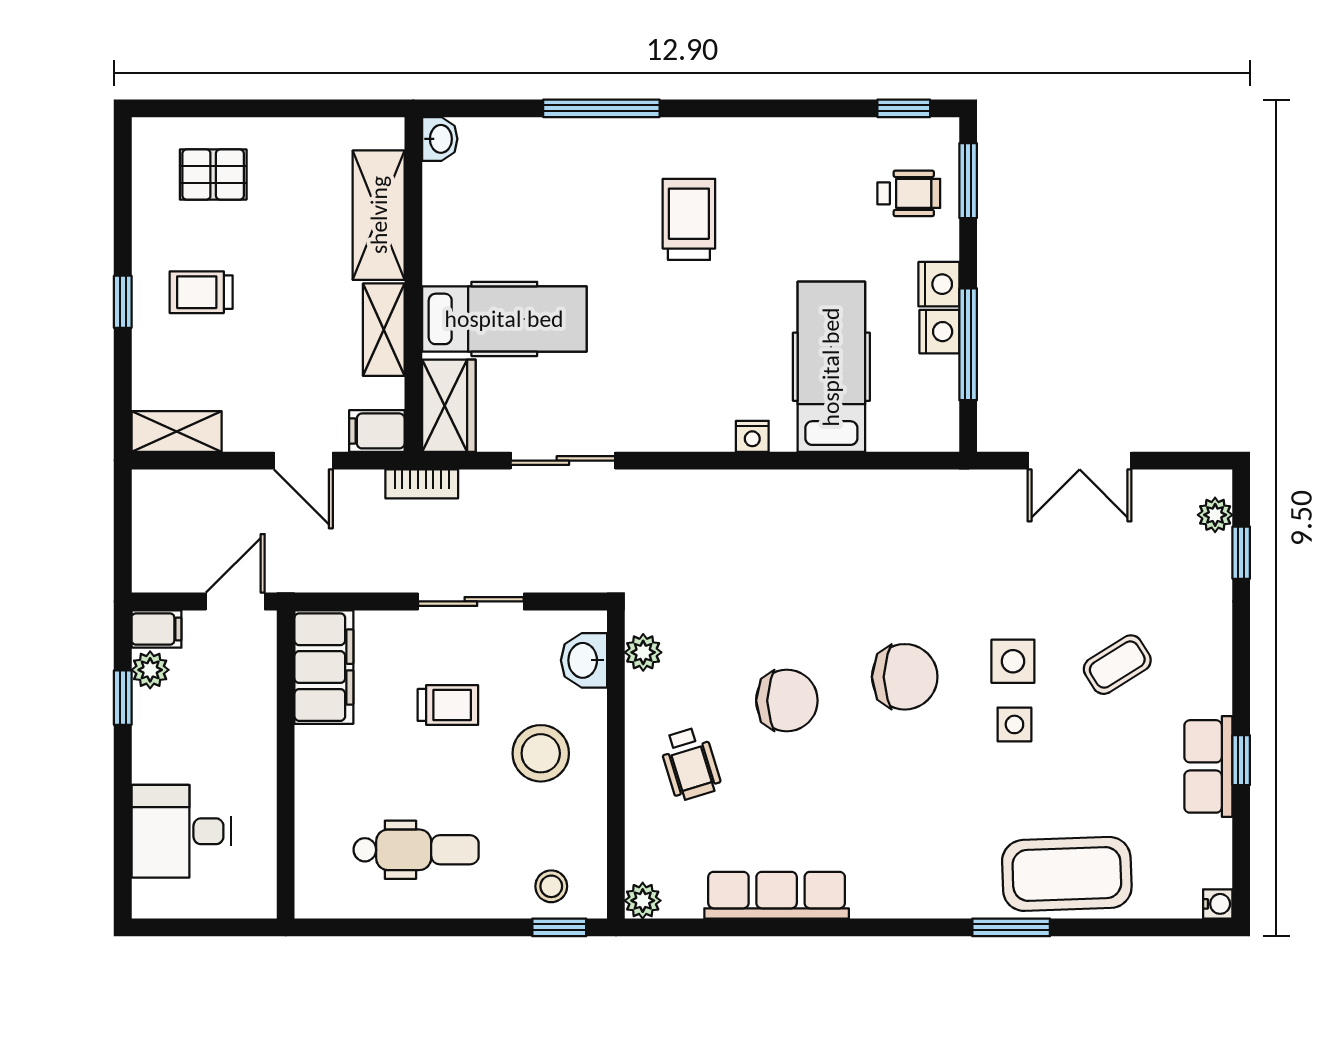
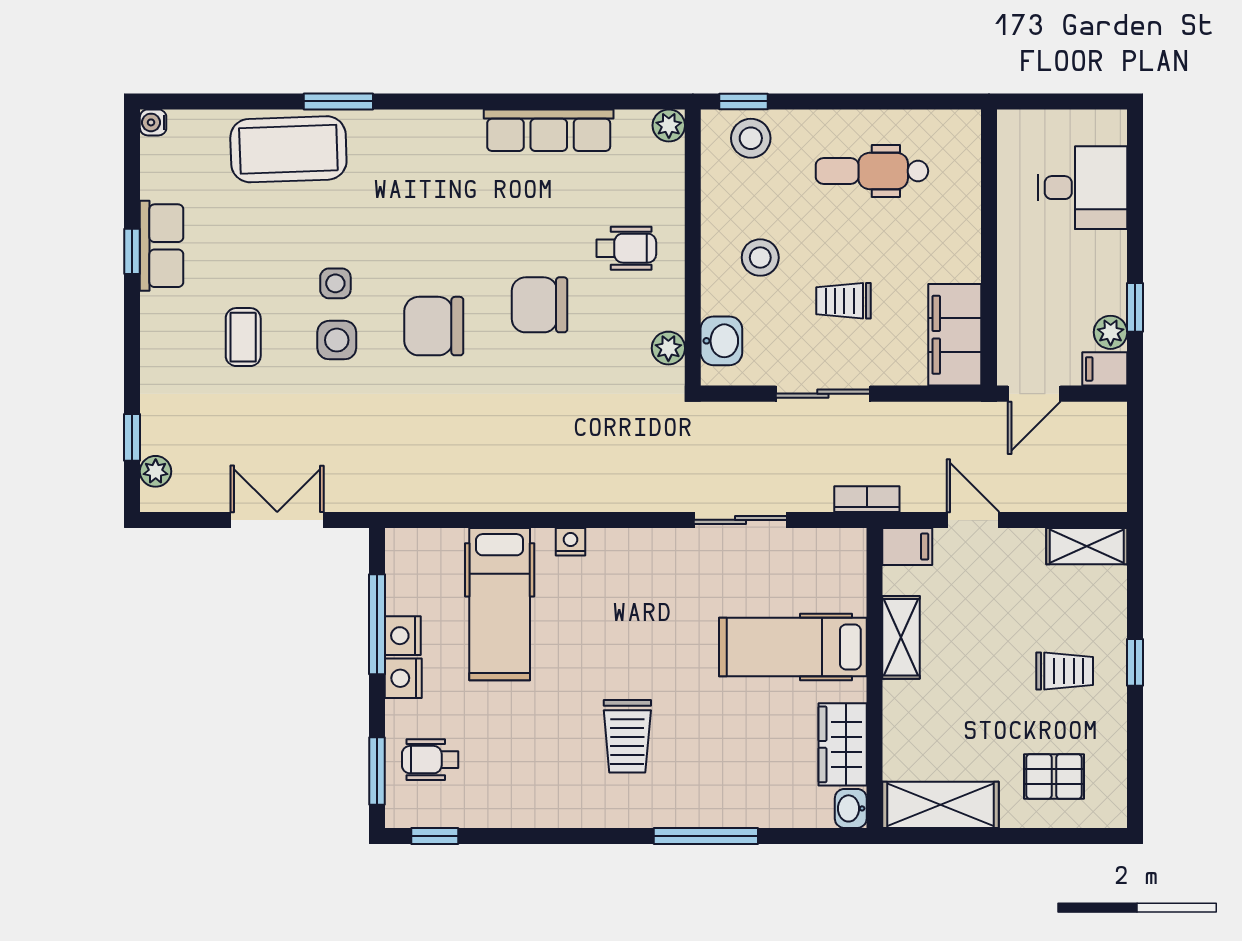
shelving: (379, 215) -> (940, 805), moved, turned 90
wardrobe: (449, 406) -> (843, 744), moved
coffee table: (1117, 665) -> (243, 337), turned -58
stool: (541, 753) -> (760, 258), width x0.73, depth x0.73
wheelchair: (690, 764) -> (626, 248), turned 107
stool: (551, 886) -> (751, 138), width x1.37, depth x1.37

